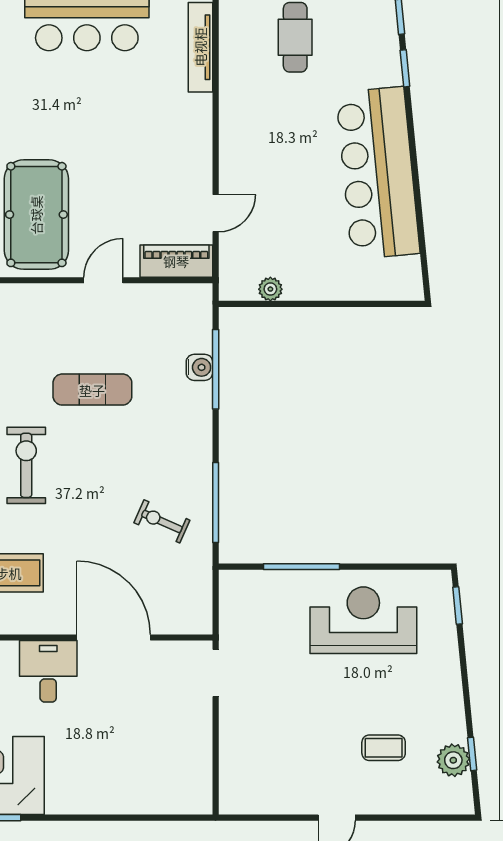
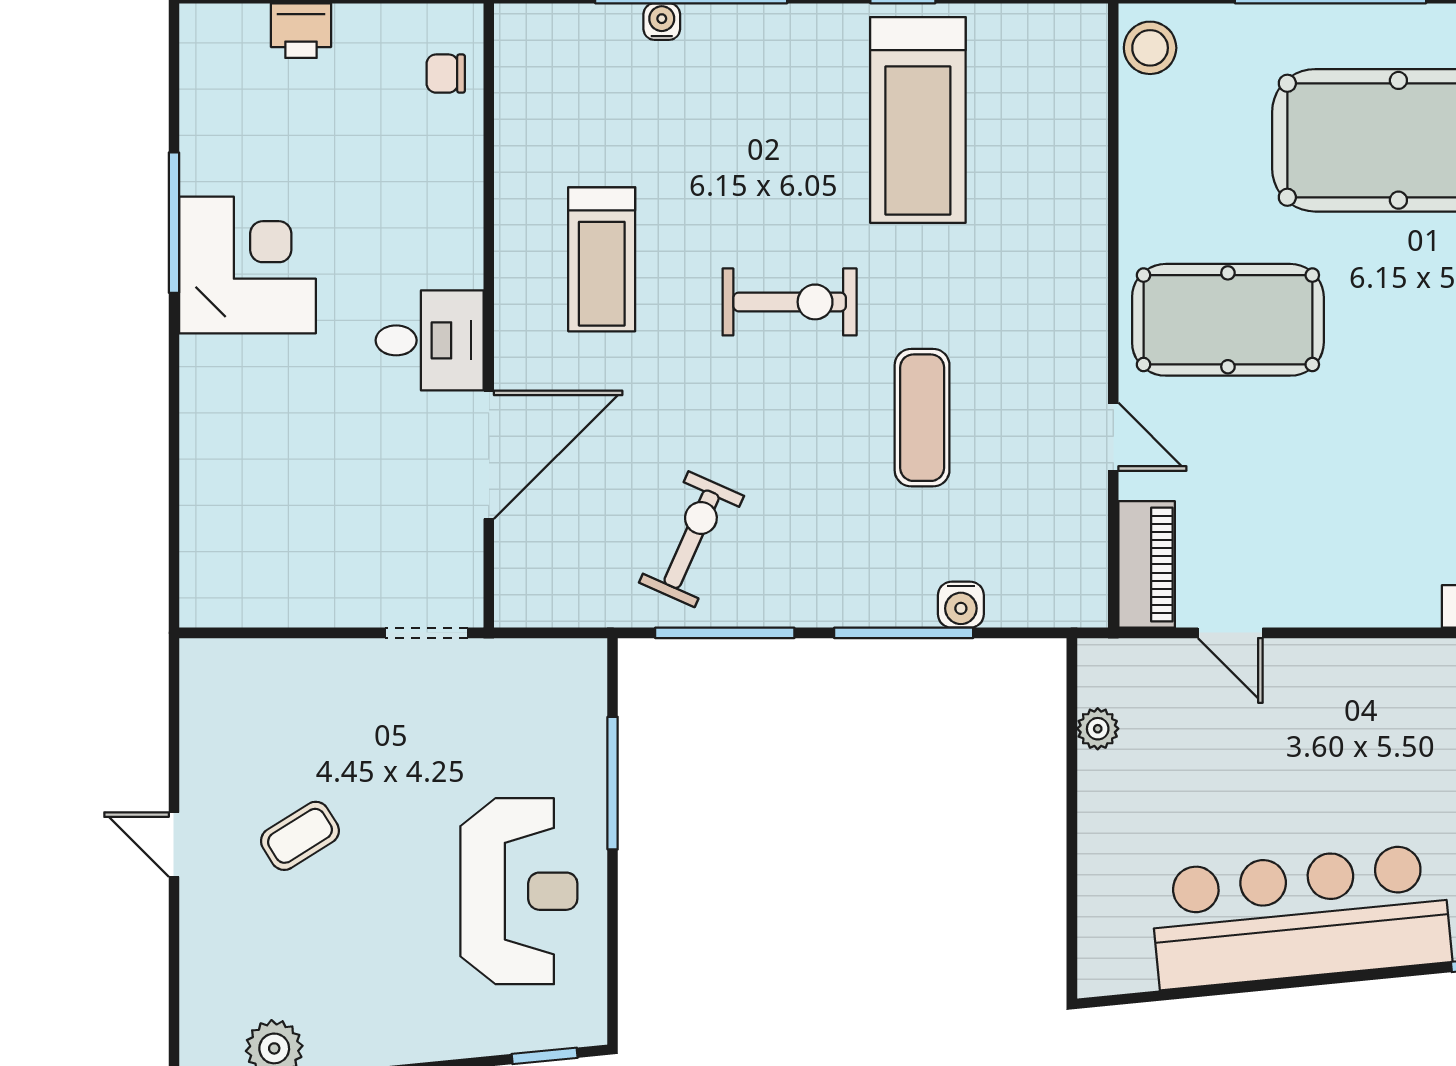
window: (216, 369) -> (904, 633), moved
exercise bike: (162, 521) -> (692, 539), width x1.38, depth x1.39
coffee table: (384, 748) -> (300, 836), moved, turned 58

